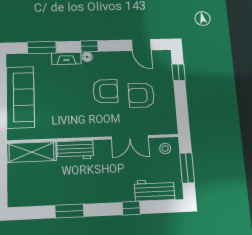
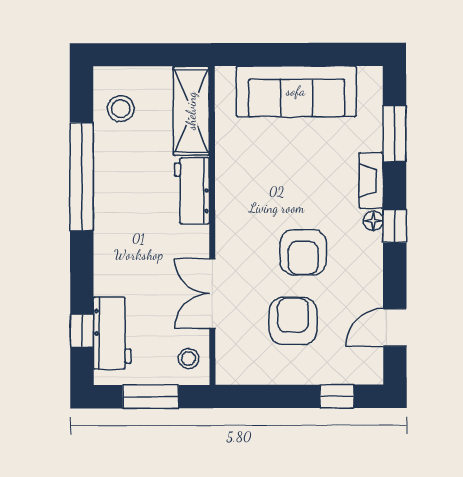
stool: (31, 191) -> (121, 109), added
window: (131, 208) -> (82, 331), moved
window: (69, 211) -> (82, 177), width x2.11

